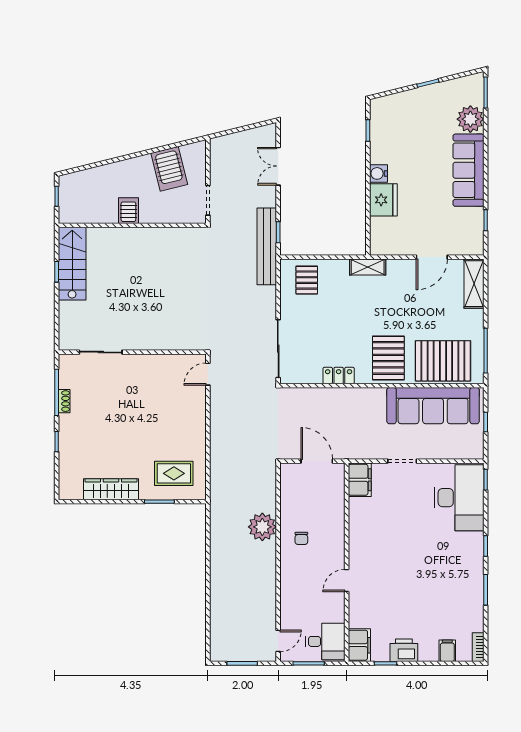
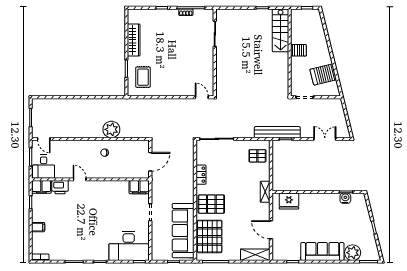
water cooler: (378, 173) -> (345, 198), moved
fridge: (383, 200) -> (289, 201), moved
stairs: (72, 264) -> (281, 30), moved, turned 90
printer: (404, 650) -> (60, 187), moved, turned 90
filing cabinet: (447, 651) -> (38, 227), moved

